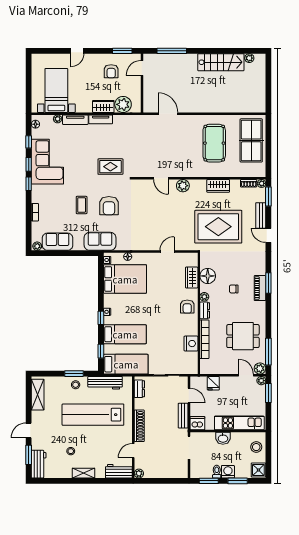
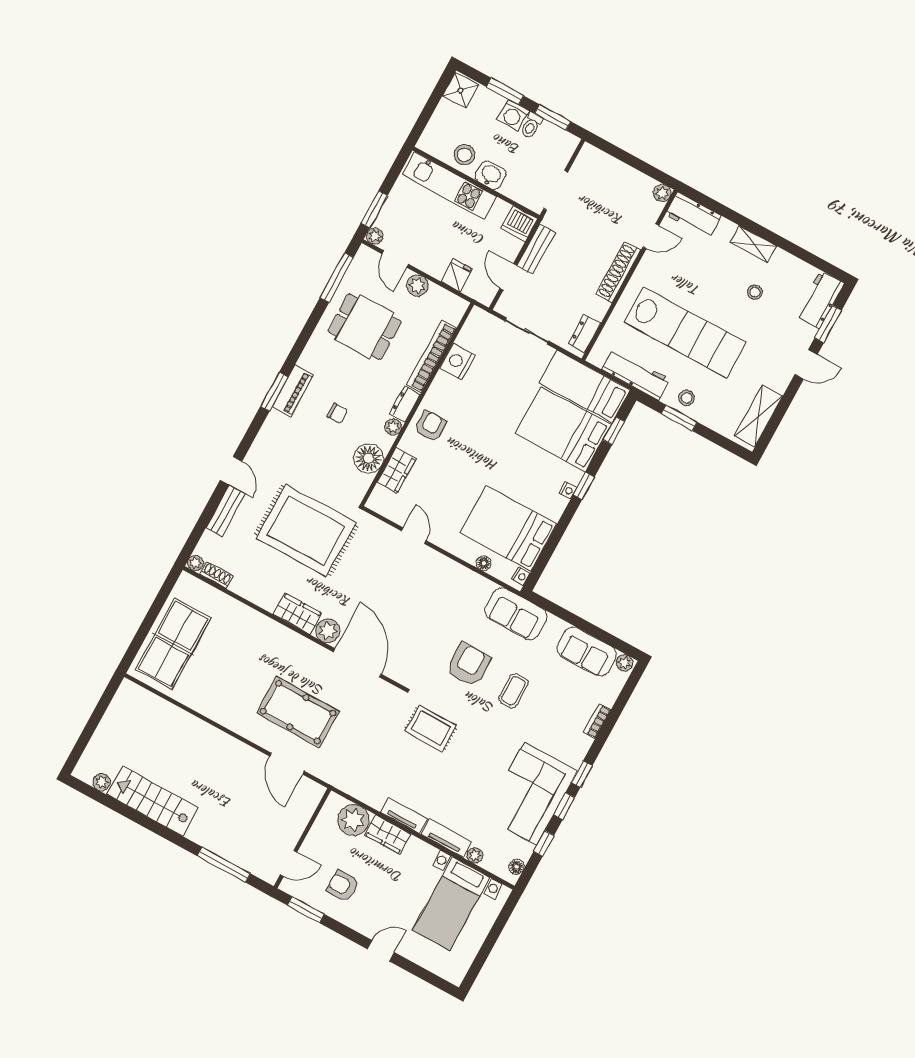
armchair: (111, 71) -> (343, 886), turned -90
pool table: (214, 143) -> (298, 712), moved, turned 90
door: (161, 178) -> (357, 663), width x1.88
wardrobe: (218, 186) -> (297, 614), moved
window: (268, 197) -> (196, 535), removed
door: (167, 252) -> (414, 536), swing flipped
bed: (125, 334) -> (563, 429), width x1.50
plant: (260, 368) -> (417, 286), moved
stool: (256, 447) -> (464, 155), moved

